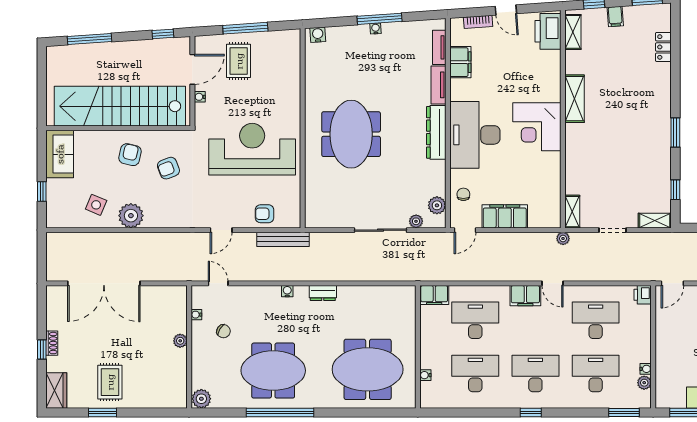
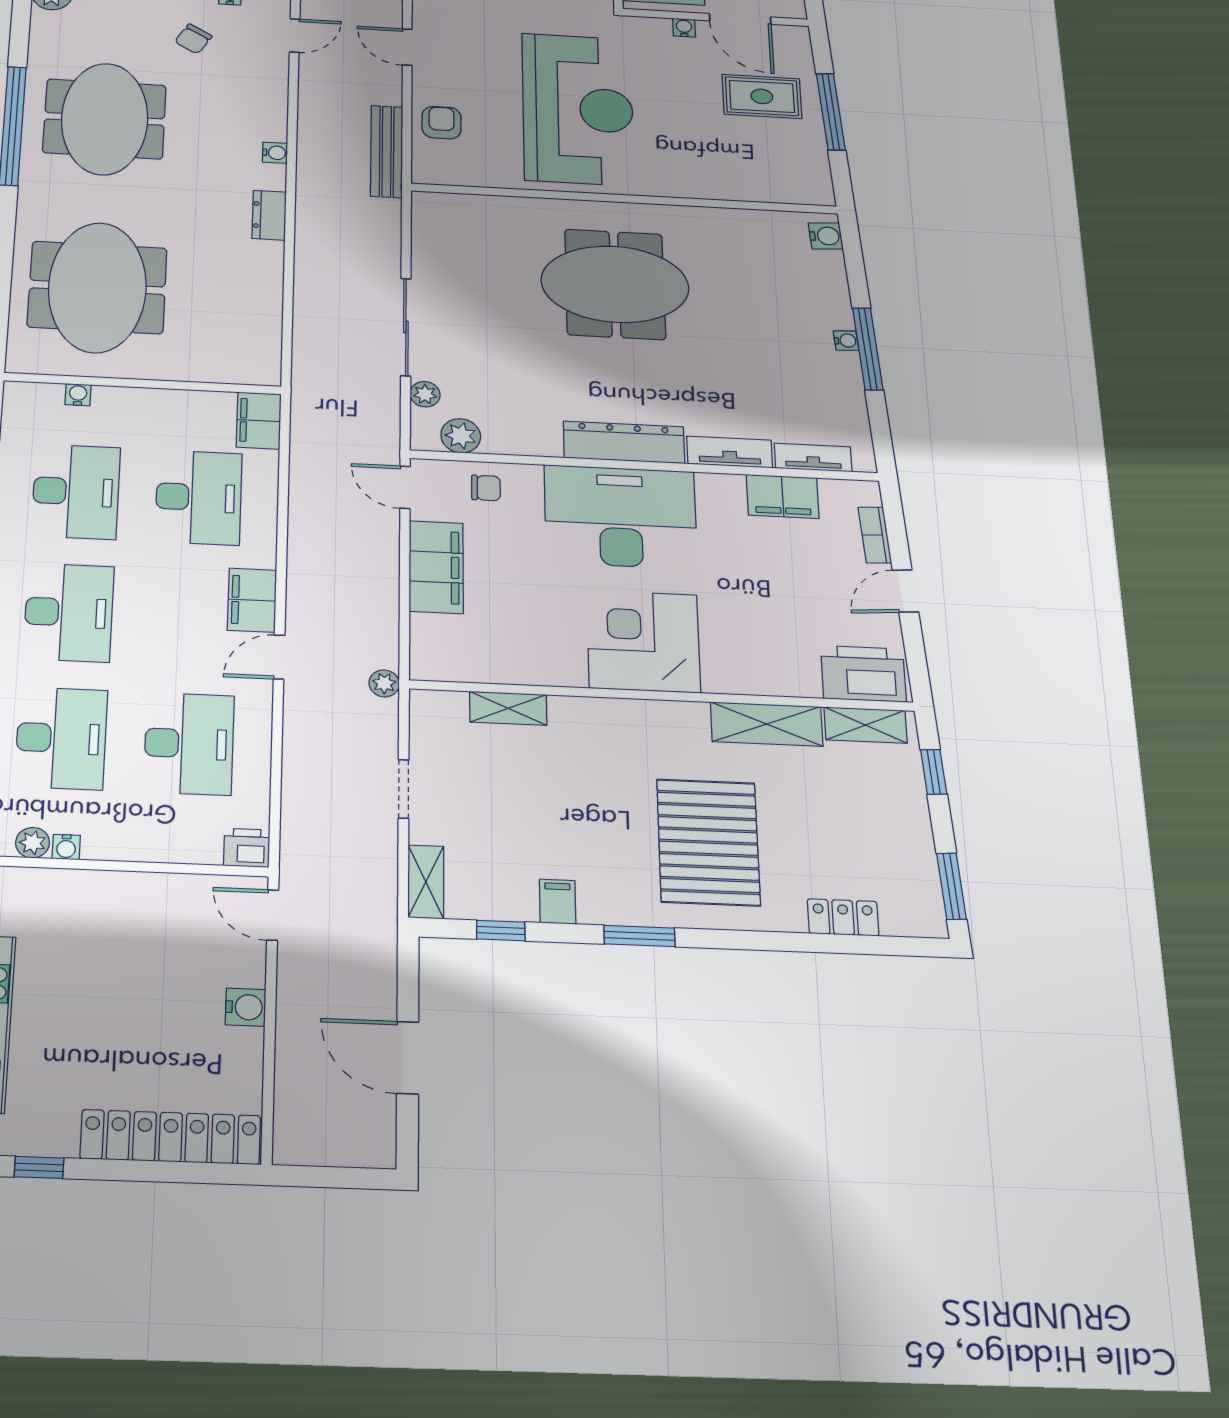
filing cabinet: (615, 16) -> (558, 902), moved, turned 94
shelving: (575, 99) -> (767, 724), moved
pallet: (631, 102) -> (708, 842), added
shelving: (572, 212) -> (508, 708), moved

